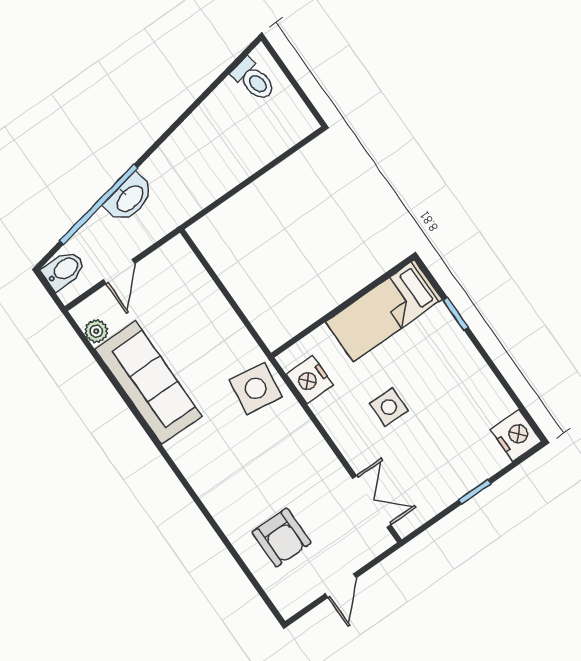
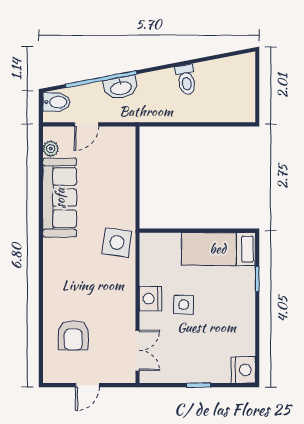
toilet: (253, 80) -> (186, 80), moved
nightstand: (310, 379) -> (150, 299), moved

